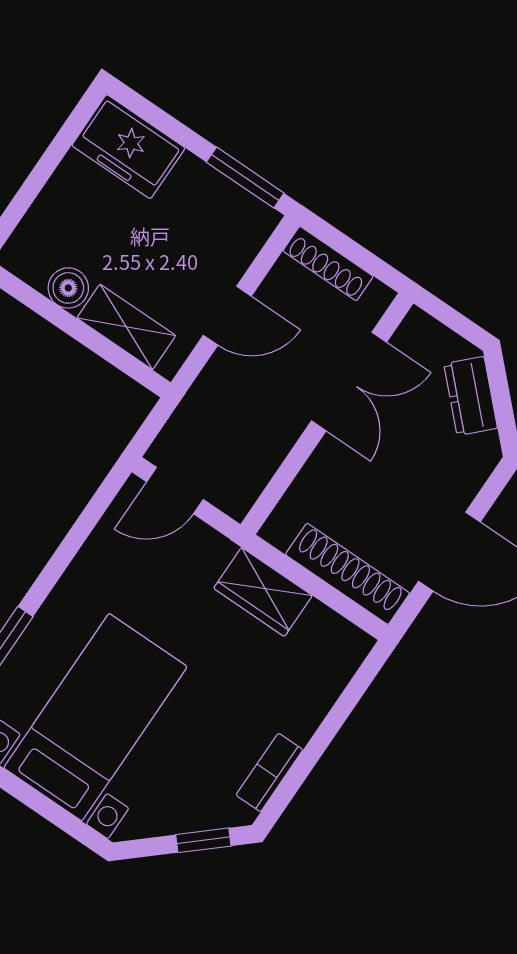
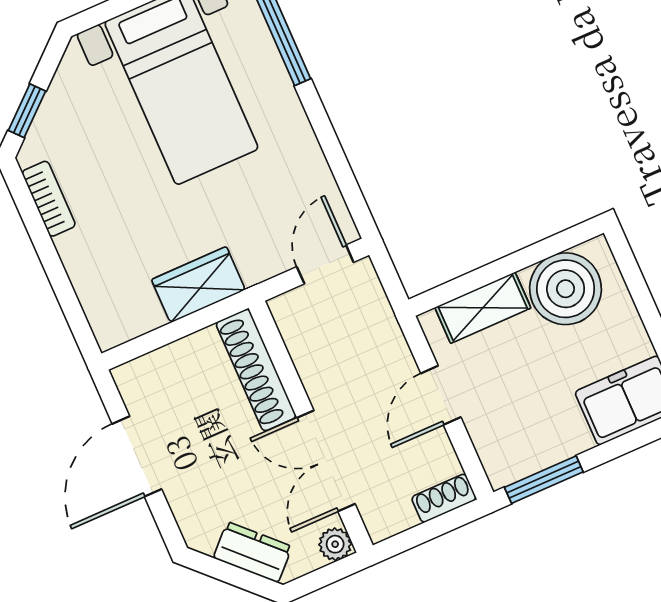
shoe rack: (328, 264) -> (444, 498), width x0.70
boiler: (68, 288) -> (566, 289), width x1.86, depth x1.86
plant: (418, 327) -> (335, 544), added
shoe rack: (348, 574) -> (256, 370), moved, turned 90

